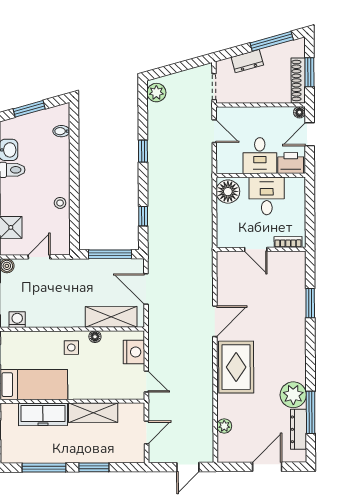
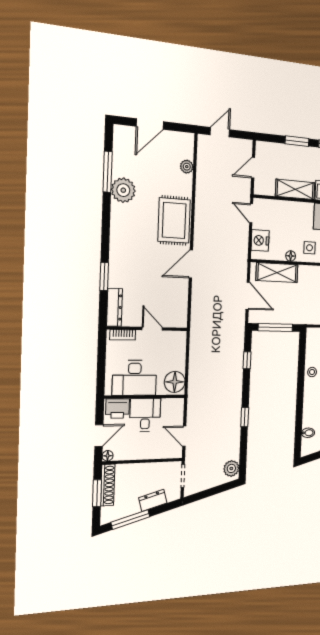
desk: (267, 196) -> (135, 378), width x1.37
dresser: (299, 429) -> (115, 307), moved

